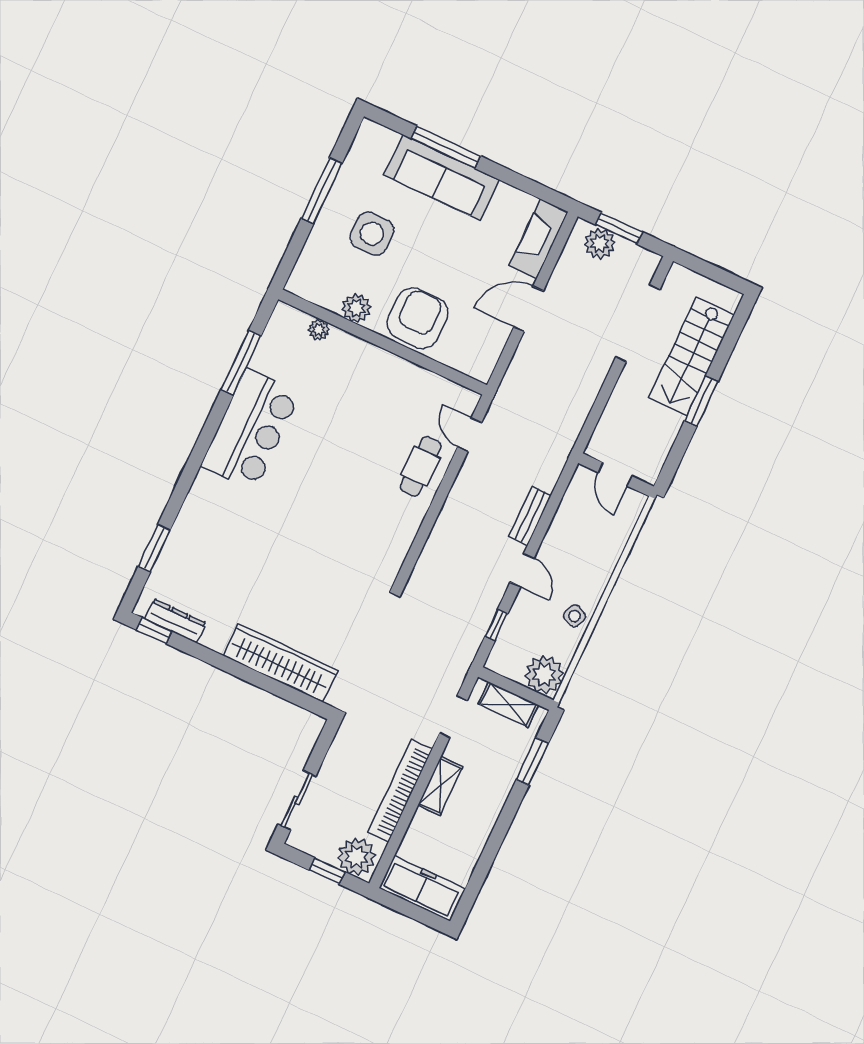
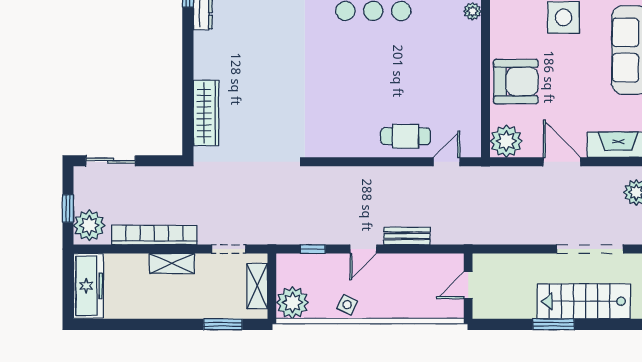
plant: (356, 308) -> (506, 141), moved, width x1.36, depth x1.36
wardrobe: (280, 663) -> (206, 113), width x0.71, depth x0.85

